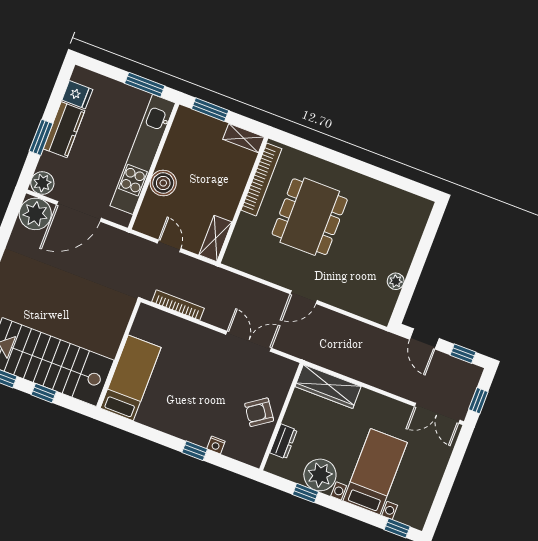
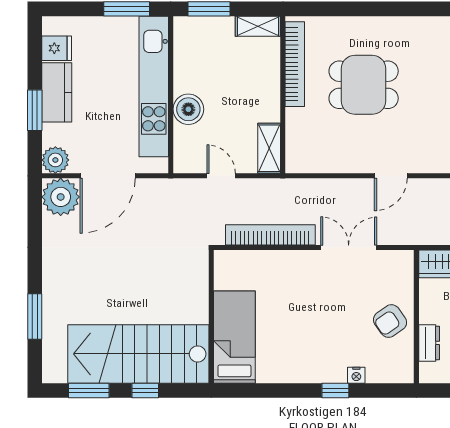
dining table: (310, 217) -> (364, 85), width x0.73
bookcase: (178, 305) -> (270, 235), width x1.48, depth x1.31

